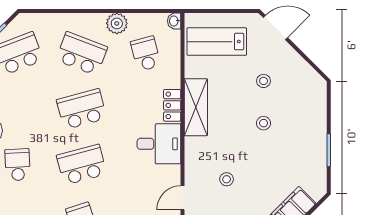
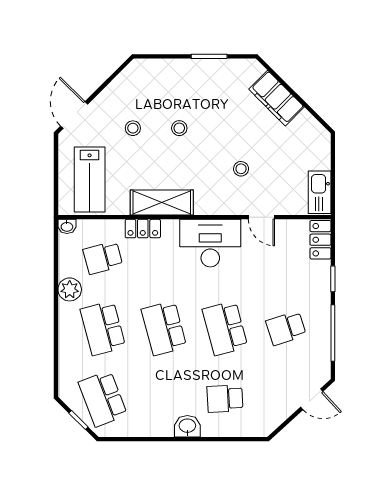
school desk: (82, 54) -> (103, 328), turned -36
locker: (172, 105) -> (143, 229), moved
desk: (159, 144) -> (210, 243), width x1.37

